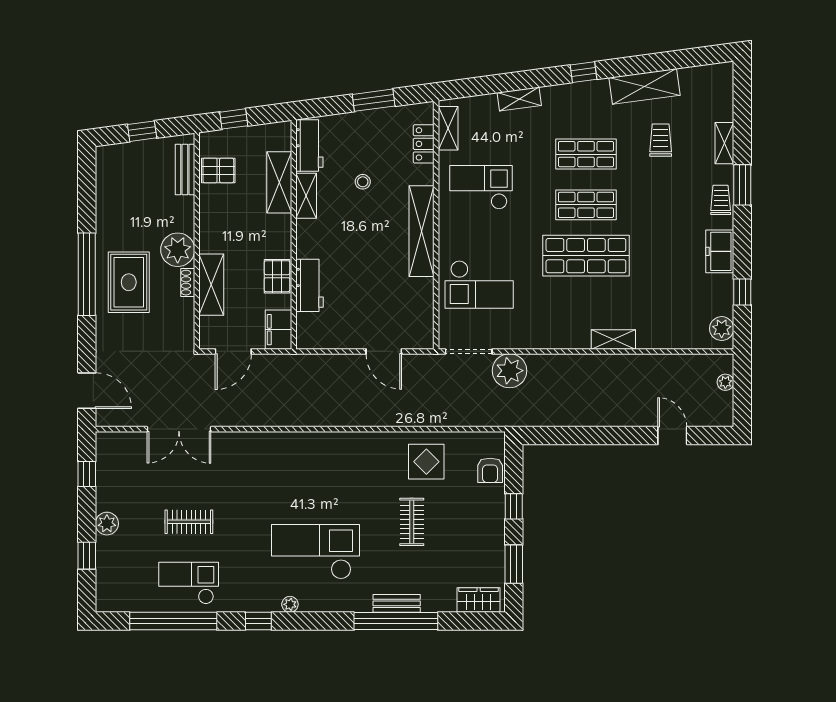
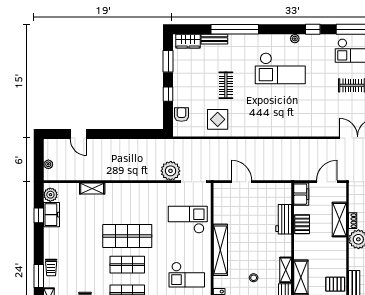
freezer: (720, 251) -> (52, 215), moved
shelving: (613, 339) -> (92, 189), moved
bench: (397, 603) -> (214, 39), moved

